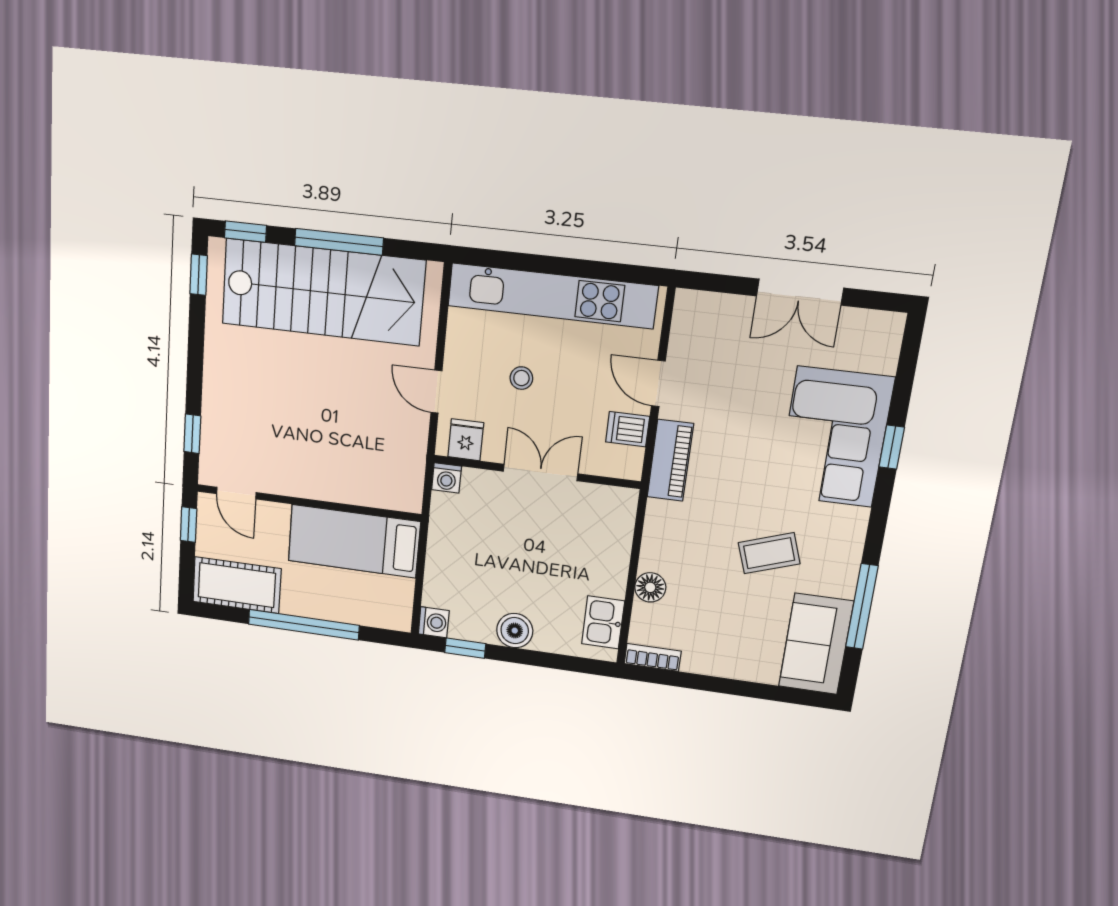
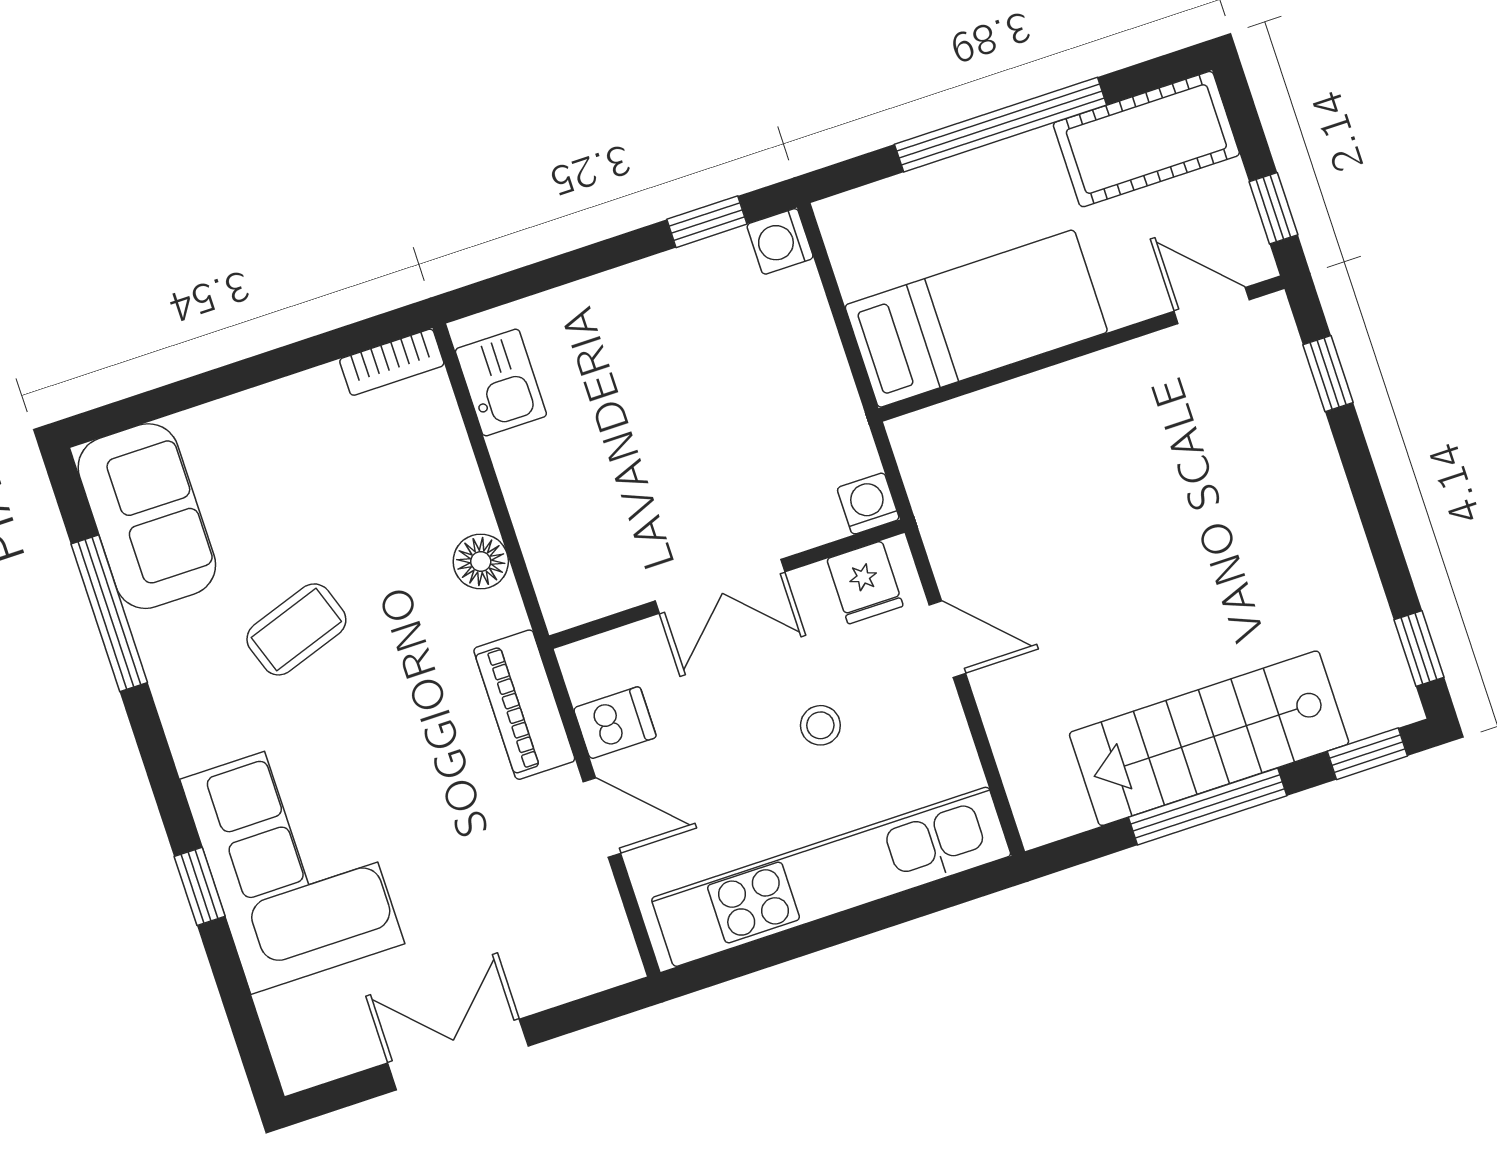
stairs: (323, 292) -> (1209, 738), width x0.73, depth x0.66
floor lamp: (650, 587) -> (481, 561), moved
boiler: (515, 631) -> (638, 295), removed

